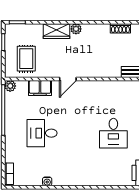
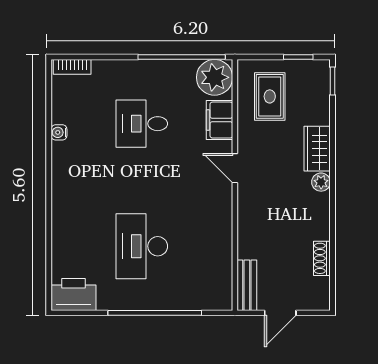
rug: (26, 59) -> (270, 96), turned 90
plant: (10, 86) -> (215, 77), width x1.88, depth x1.88
desk: (42, 133) -> (142, 124), turned -90
desk: (113, 133) -> (142, 246), width x1.37

